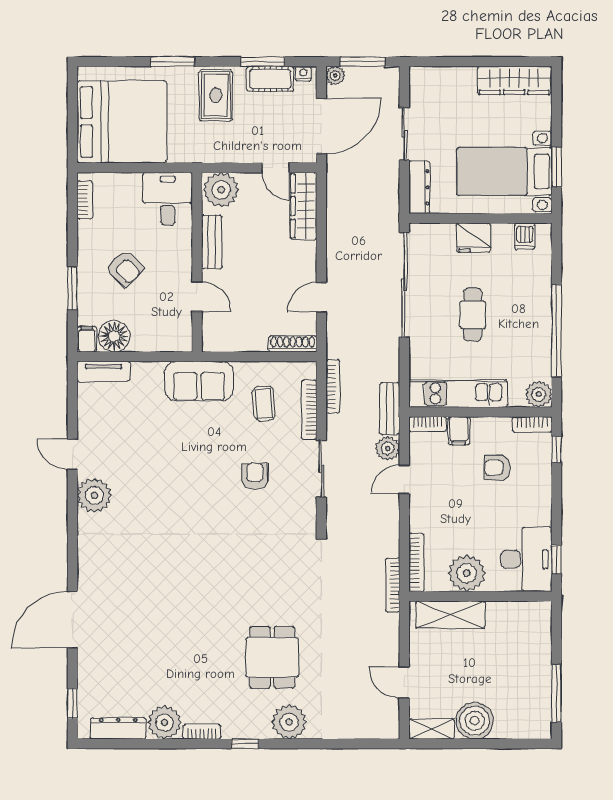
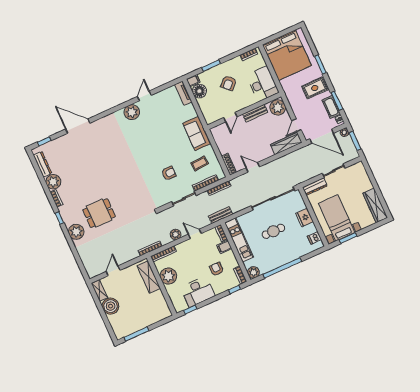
desk: (168, 199) -> (263, 84), width x1.37
plant: (388, 448) -> (176, 234), moved
desk: (526, 559) -> (198, 292), moved

